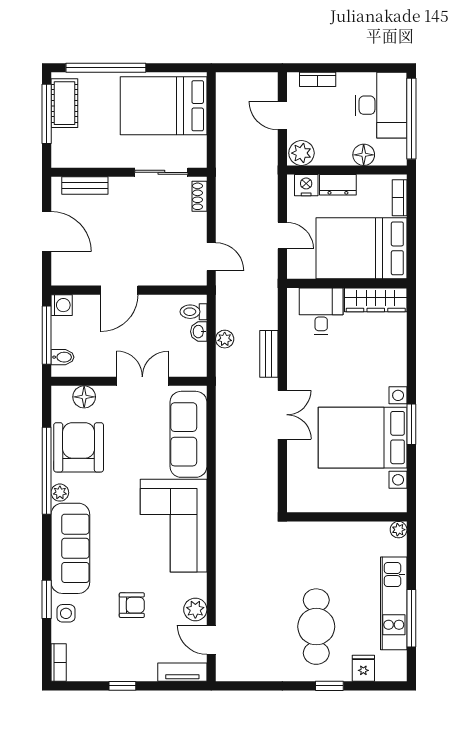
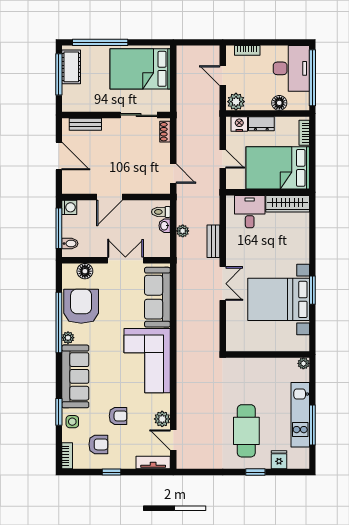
armchair: (103, 646) -> (98, 444), added

